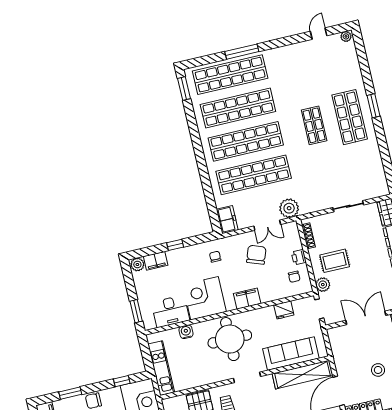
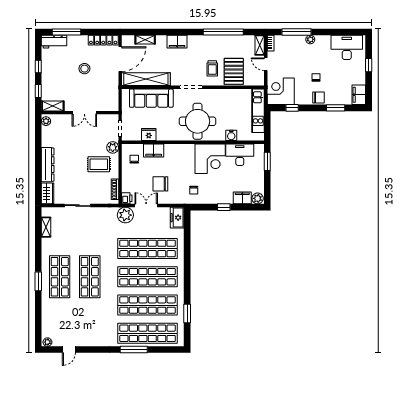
window: (184, 88) -> (187, 314), moved
shop shelf: (314, 125) -> (90, 277), width x1.43, depth x1.36
shelving: (379, 172) -> (46, 227), added
chair: (256, 255) -> (160, 184), turned 70
printer: (299, 257) -> (127, 198), moved
filing cabinet: (247, 299) -> (154, 150), moved
double door: (366, 318) -> (84, 113), width x0.73

